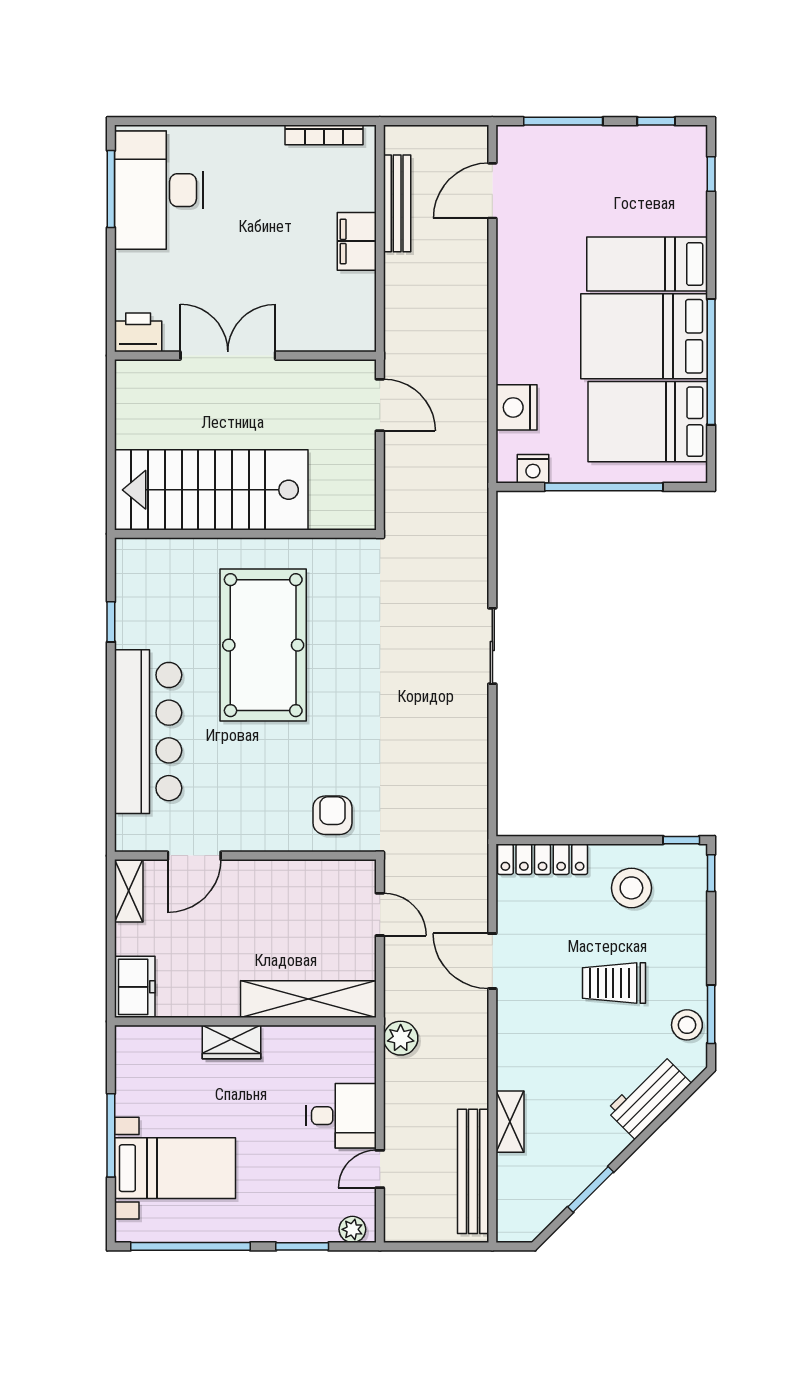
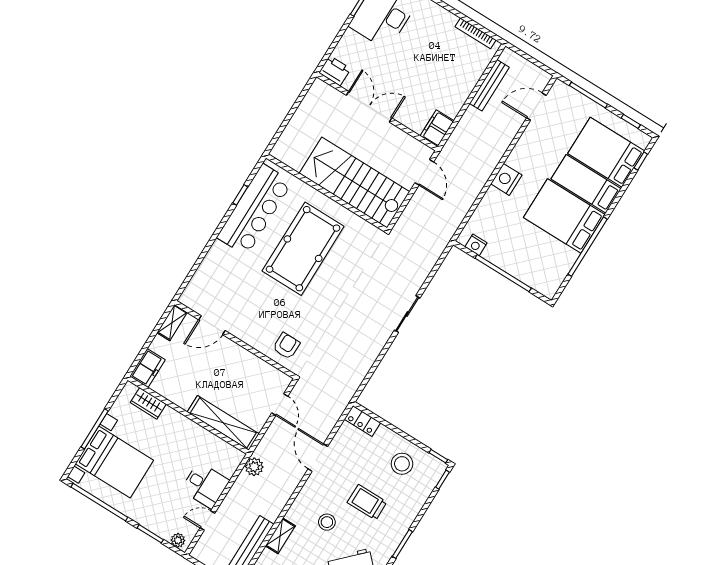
filing cabinet: (357, 241) -> (437, 128), moved
nightstand: (516, 407) -> (506, 179), moved
bed: (648, 422) -> (606, 152), moved
stairs: (211, 490) -> (354, 182), moved
bar counter: (148, 732) -> (255, 210), moved
locker: (543, 859) -> (362, 421), width x0.66
stool: (687, 1025) -> (327, 522), moved
wardrobe: (232, 1042) -> (148, 403), moved
bed with nightstands: (175, 1168) -> (114, 462), width x1.36

